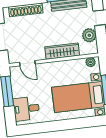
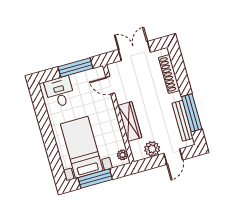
door: (27, 63) -> (110, 85), hinge flipped

